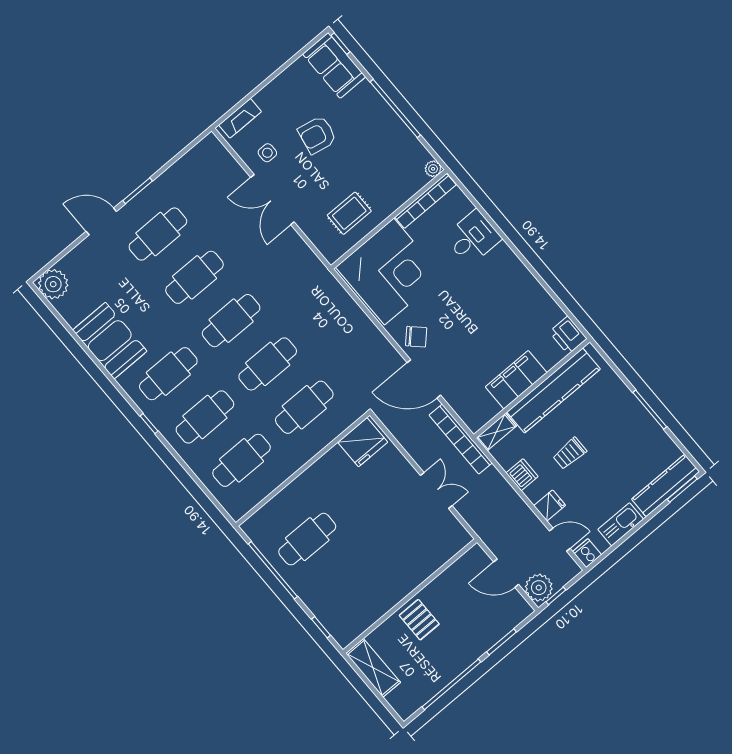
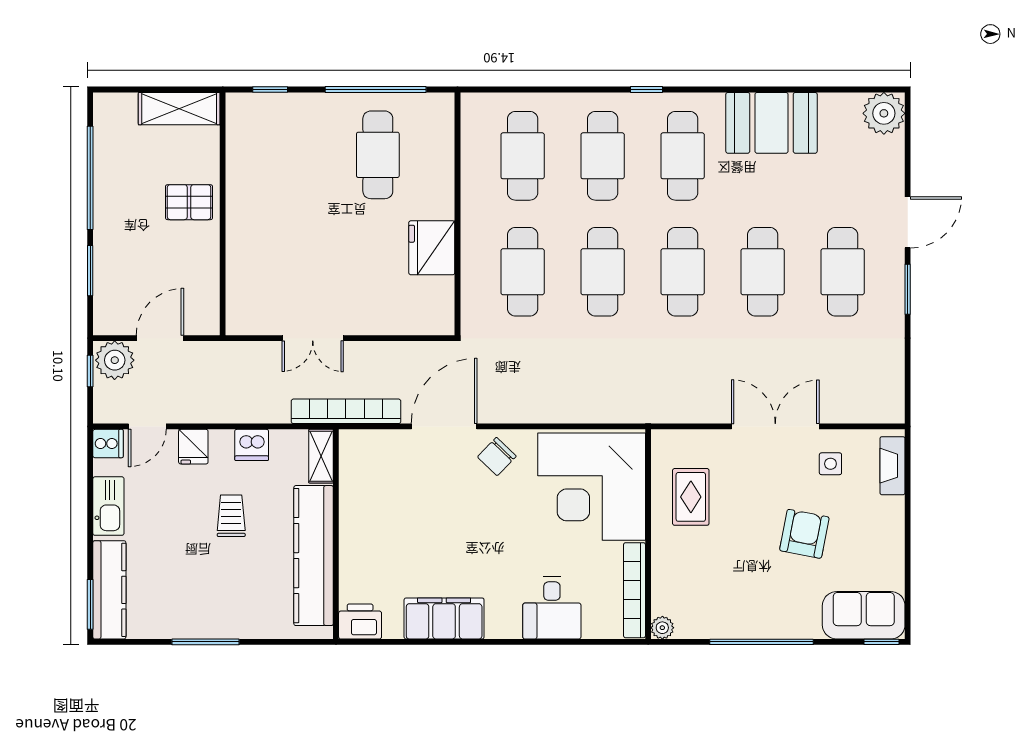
filing cabinet: (516, 380) -> (444, 618), moved, turned -90
fridge: (363, 442) -> (432, 248), moved

